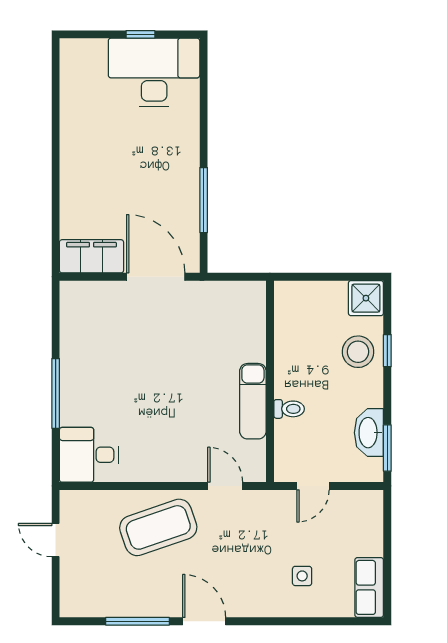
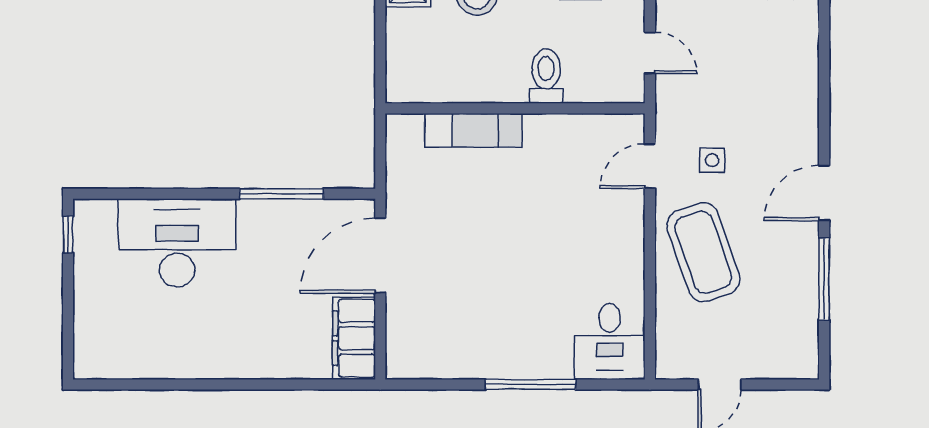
window: (140, 34) -> (68, 234), moved
desk: (154, 72) -> (177, 243), moved, turned 90
exam couch: (253, 401) -> (474, 130), moved
toilet: (289, 409) -> (546, 76), width x1.37, depth x1.39
side table: (302, 576) -> (712, 160), moved

